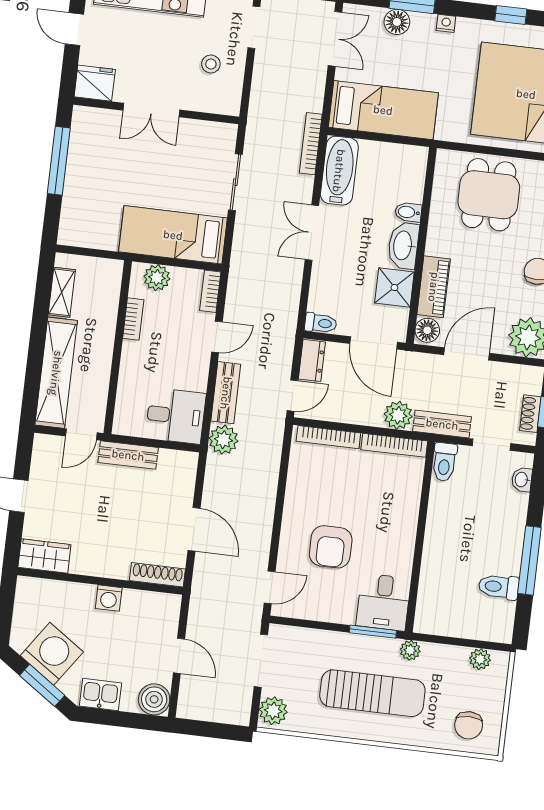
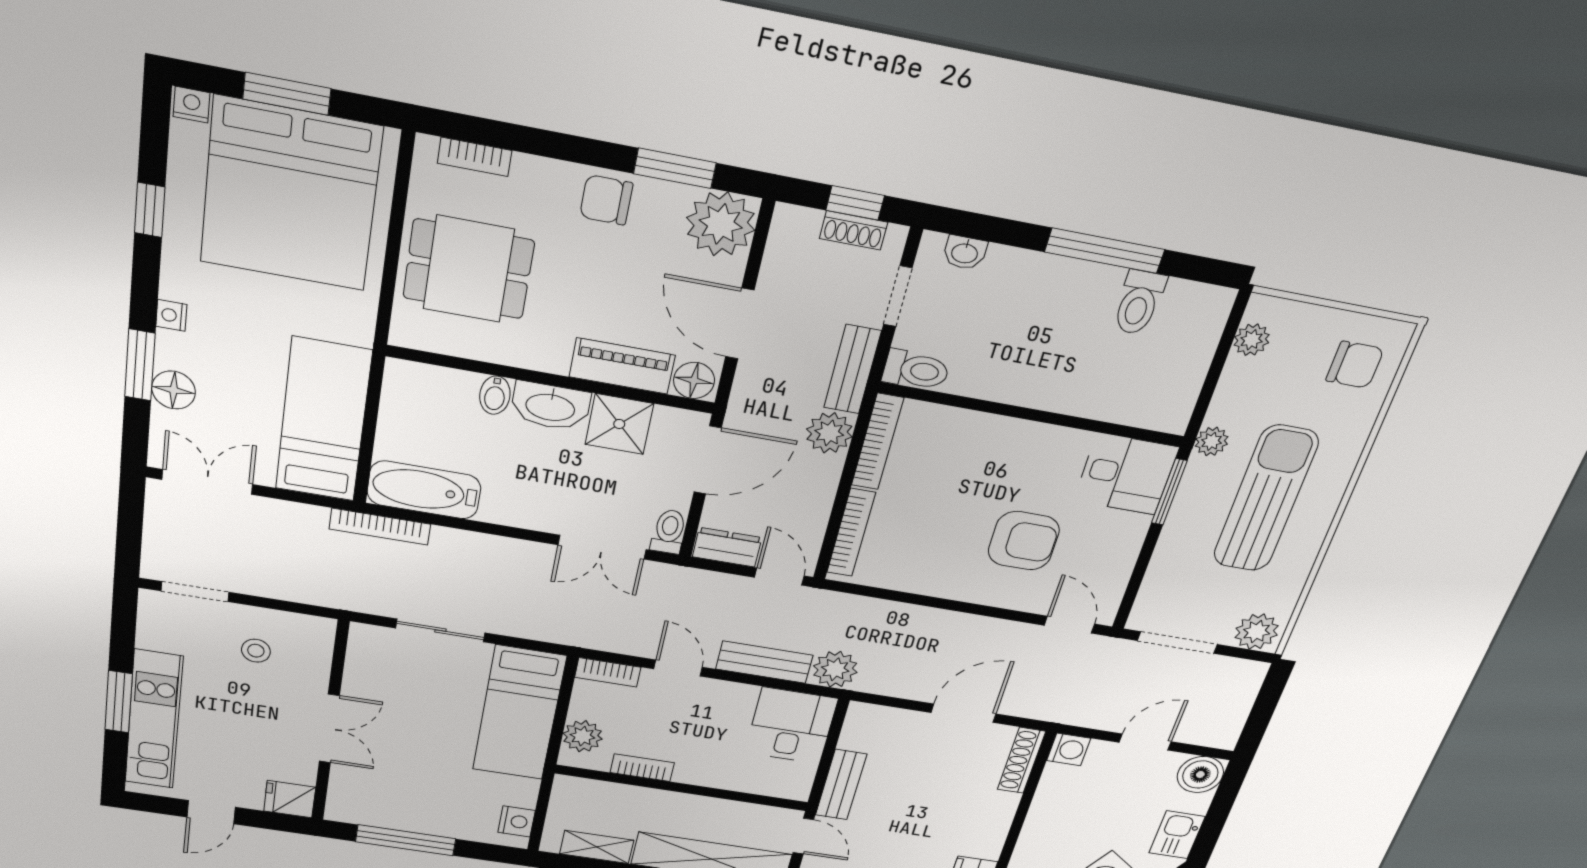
fridge: (95, 83) -> (290, 799), width x0.72
double door: (312, 233) -> (602, 547), moved
nightstand: (81, 236) -> (516, 821), added
washing machine: (109, 598) -> (1069, 749), moved

